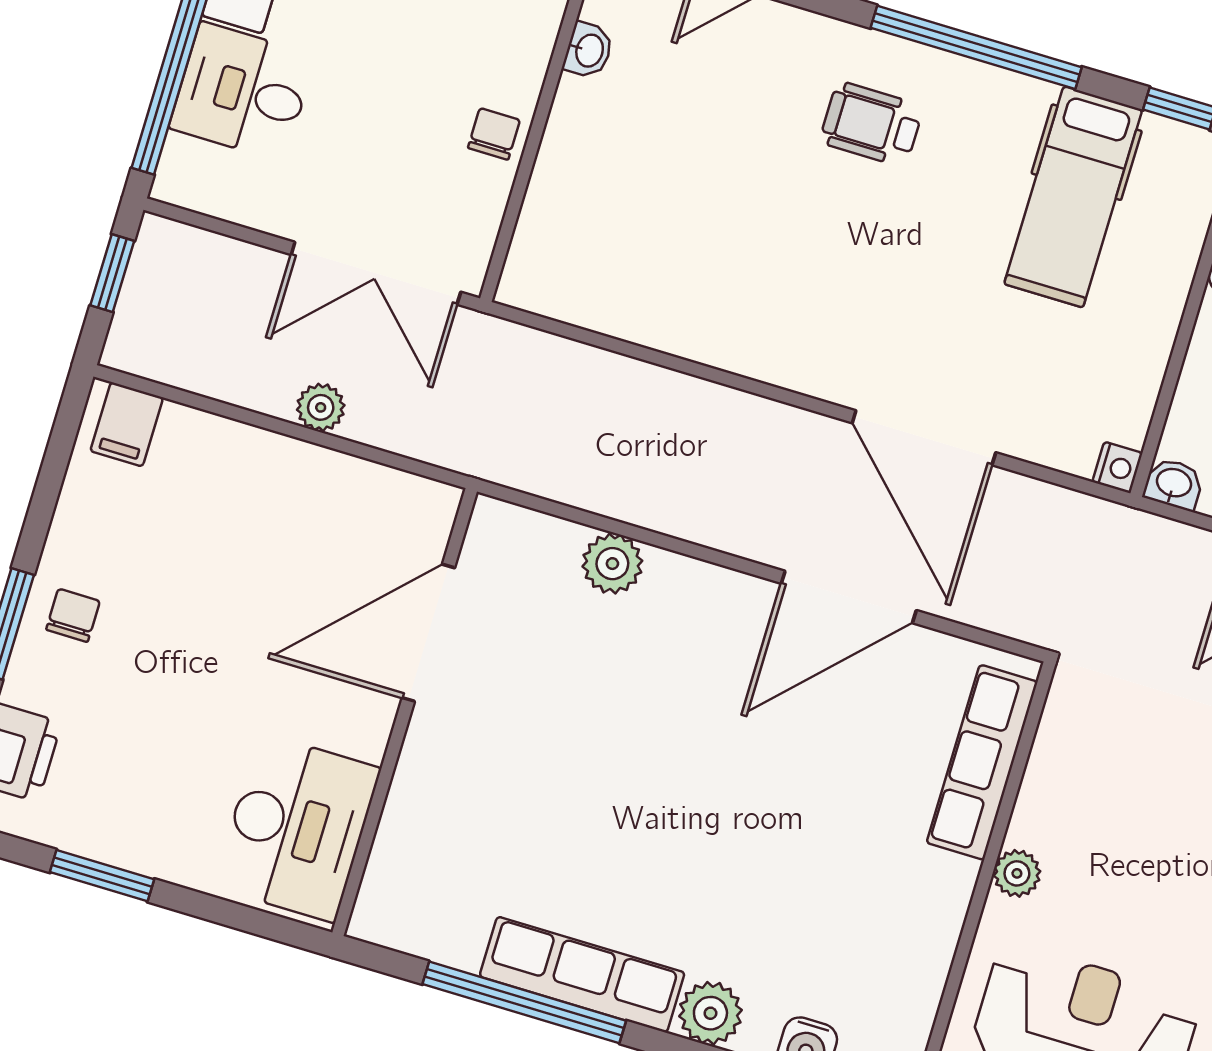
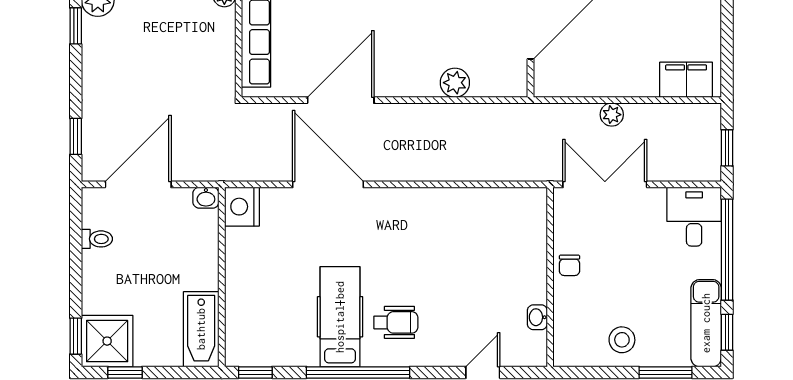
desk: (242, 92) -> (694, 217), moved, turned -90
hospital bed: (1073, 197) -> (340, 317), moved
filing cabinet: (127, 424) -> (686, 80), width x2.00
nightstand: (1117, 468) -> (242, 207), width x1.89, depth x1.79

